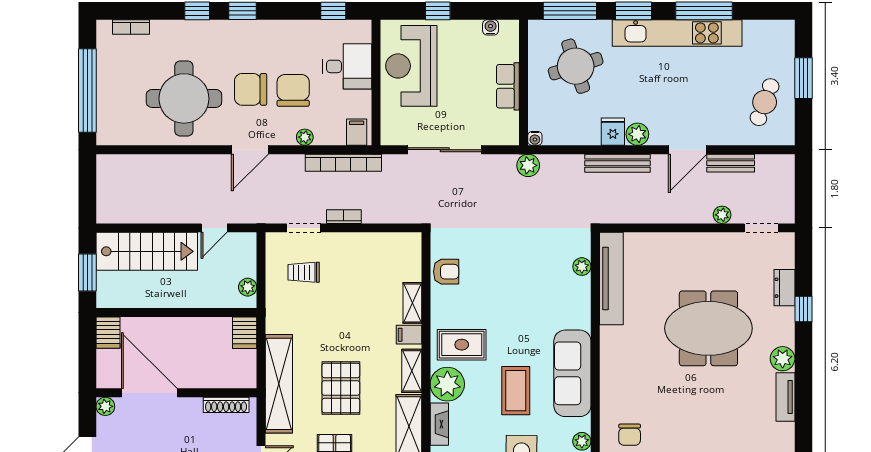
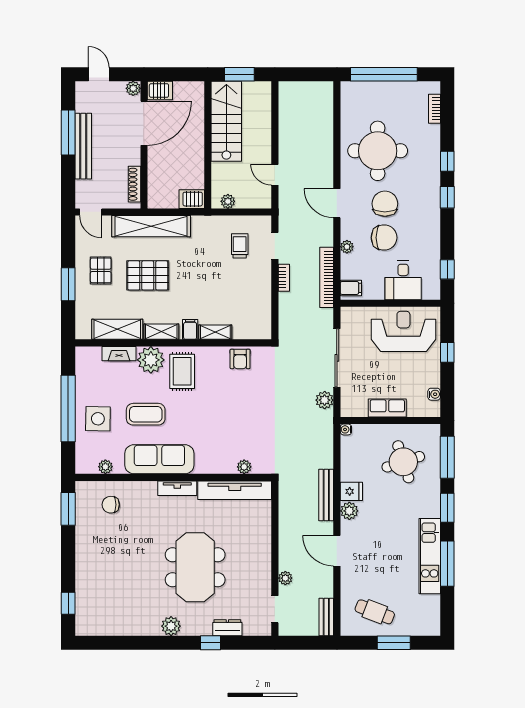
kitchen unit: (677, 33) -> (430, 556), width x0.73
bench: (731, 163) -> (326, 617), moved
plant: (528, 165) -> (325, 400), moved
stairs: (147, 251) -> (226, 121), moved, turned 180
server rack: (108, 333) -> (160, 90), moved, turned 180
tv unit: (785, 397) -> (177, 488), moved, turned 180

